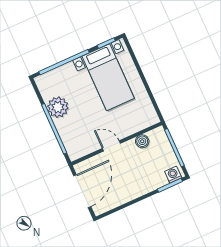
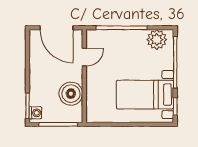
plant: (58, 107) -> (157, 39), moved
boiler: (142, 141) -> (71, 94), width x1.86, depth x1.86
door: (111, 146) -> (84, 57), moved

